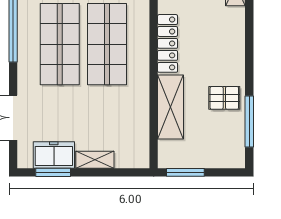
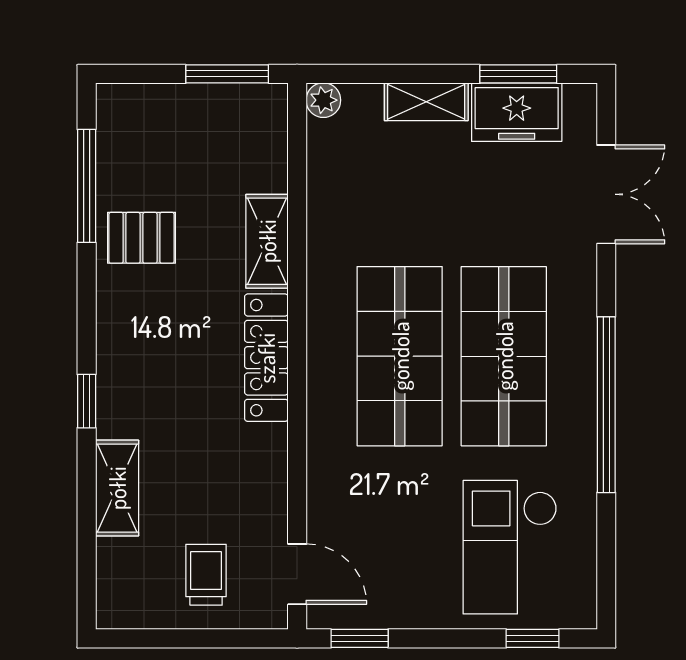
window: (249, 24) -> (87, 401), added
shelving: (170, 107) -> (267, 241), width x0.67, depth x0.75
plant: (142, 160) -> (323, 100), added

